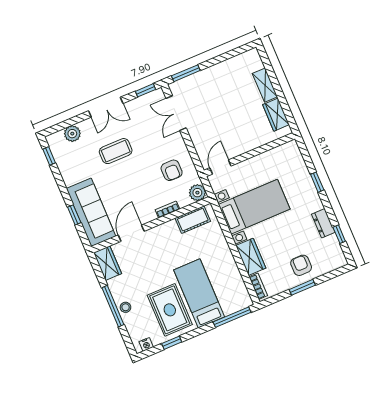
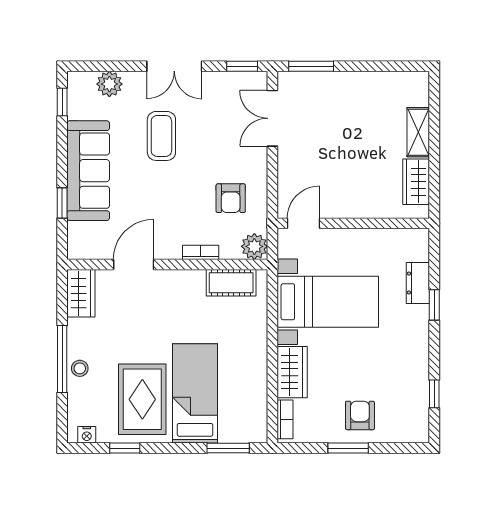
coffee table: (116, 151) -> (161, 136), turned 90
sofa: (91, 212) -> (88, 171), moved
dresser: (323, 223) -> (418, 283), moved
window: (232, 317) -> (228, 448), width x0.69

